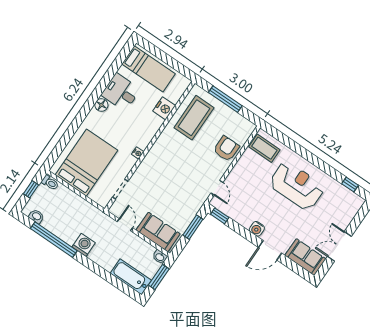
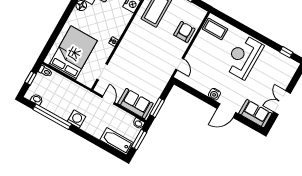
reception desk: (297, 186) -> (244, 57), turned -90
window: (220, 216) -> (184, 86), removed
window: (193, 227) -> (157, 108), moved

